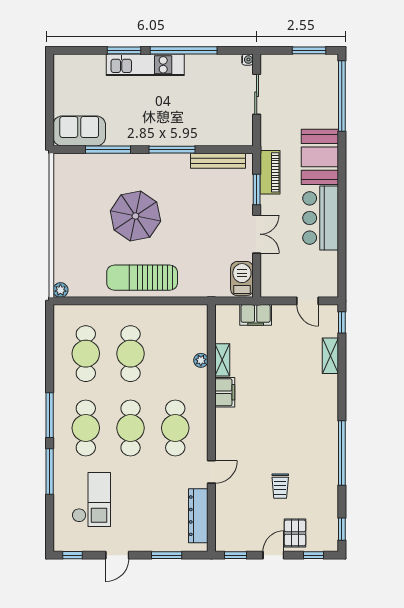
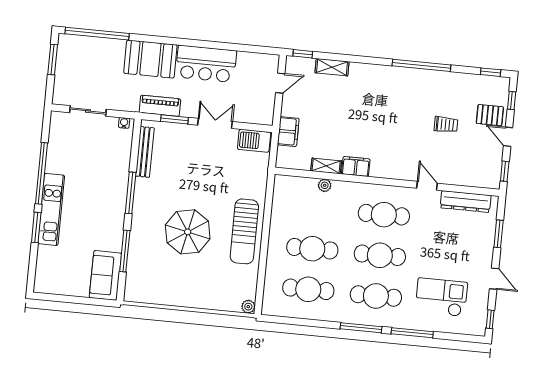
water cooler: (247, 60) -> (124, 123), moved

